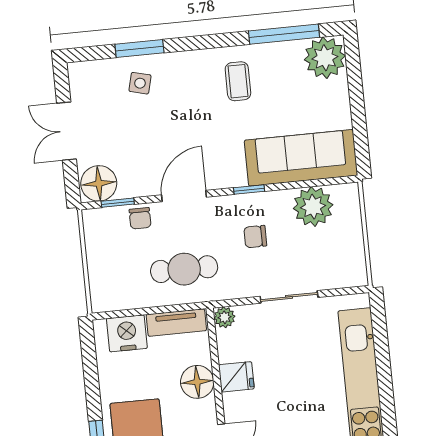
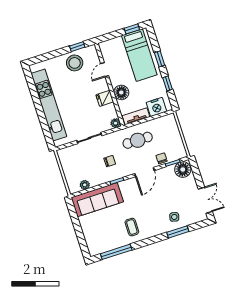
plant: (325, 58) -> (96, 245), removed
double door: (67, 131) -> (205, 200), moved
plant: (313, 207) -> (85, 185), width x0.53, depth x0.53
window: (91, 380) -> (168, 83), added

